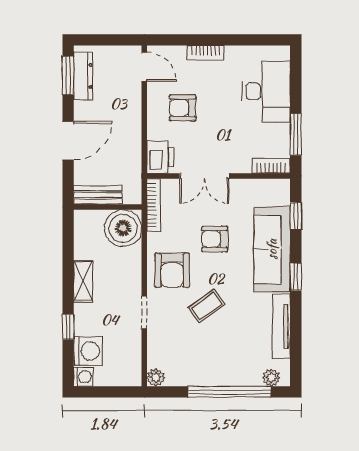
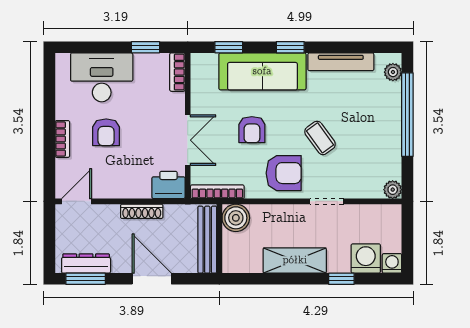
armchair: (183, 108) -> (106, 132), moved
shoe rack: (134, 131) -> (142, 211), added
window: (296, 134) -> (145, 47), width x0.67
bench: (98, 195) -> (207, 240), width x1.36
boiler: (123, 228) -> (236, 218), width x0.73, depth x0.73
shelving: (83, 281) -> (295, 260), width x1.50, depth x1.33

